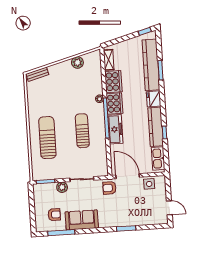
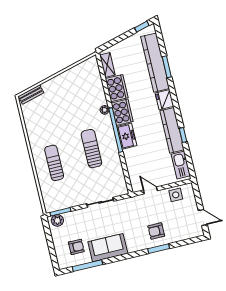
plant: (77, 63) -> (73, 74), removed
freezer: (115, 129) -> (127, 136), width x0.71
sun lounger: (47, 138) -> (54, 163), width x0.73, depth x0.75
door: (128, 176) -> (150, 190), width x0.53
plant: (62, 187) -> (57, 220), moved
armchair: (109, 188) -> (156, 231), moved

